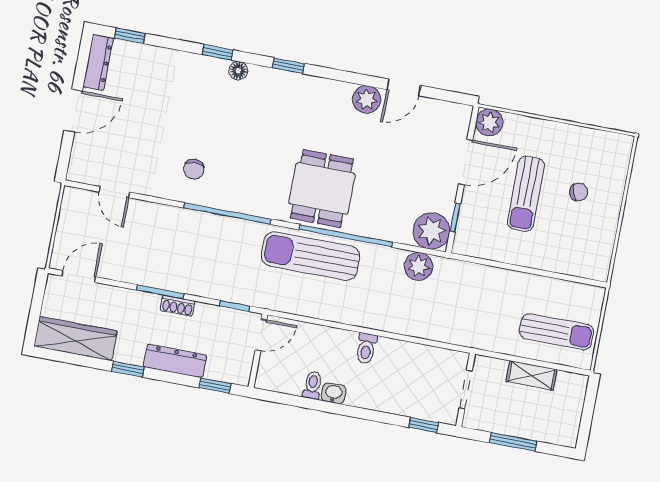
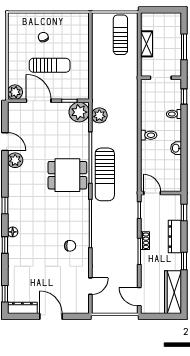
toilet: (313, 385) -> (174, 114), moved

